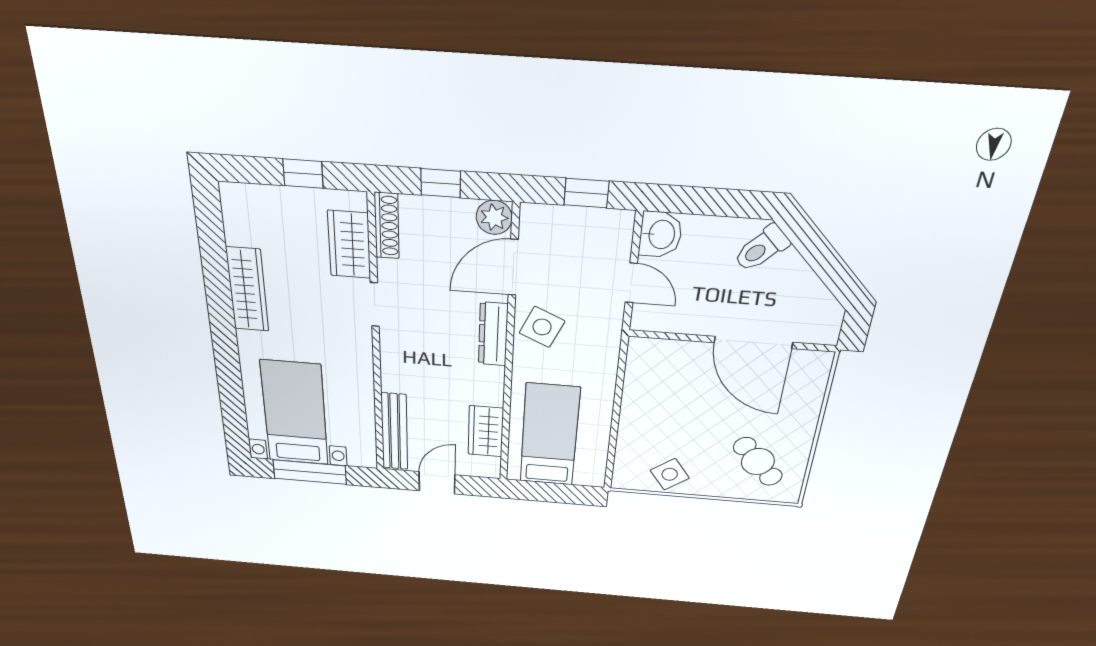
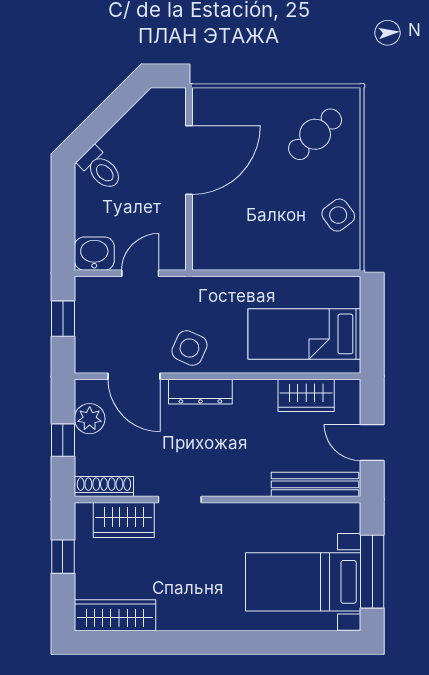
plant: (494, 217) -> (90, 419), moved
wardrobe: (247, 290) -> (115, 615), moved

